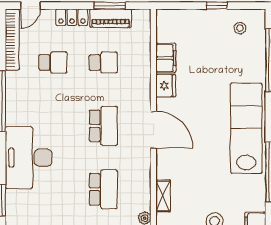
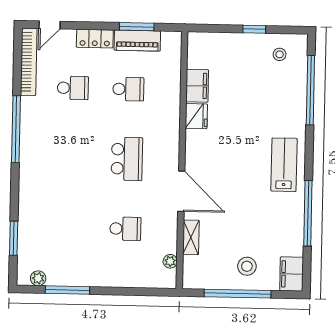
lab bench: (246, 128) -> (284, 165), width x0.54, depth x0.72
door: (153, 130) -> (181, 191), moved
desk: (29, 158) -> (44, 192), removed
school desk: (103, 189) -> (125, 229), width x0.54

